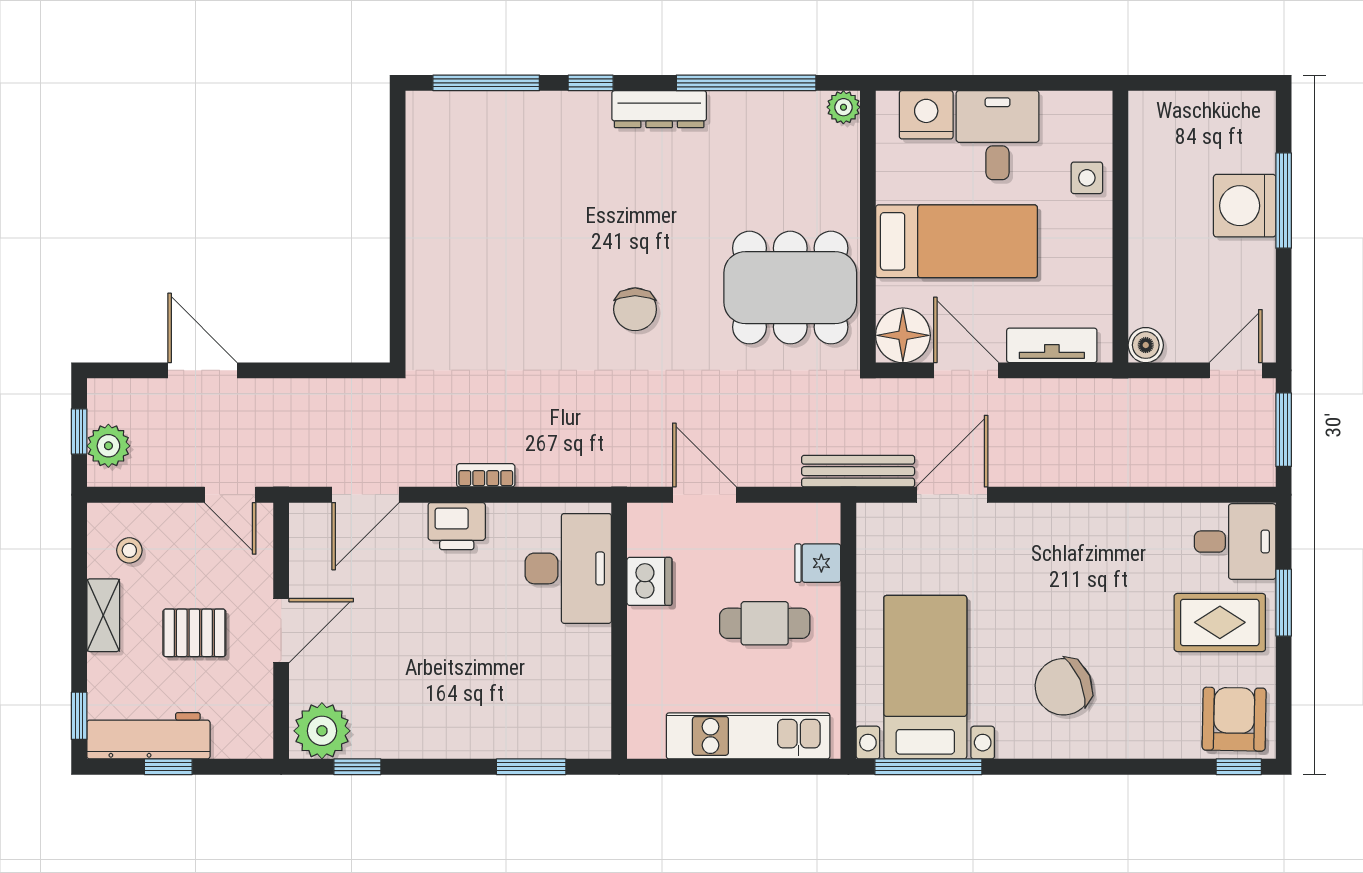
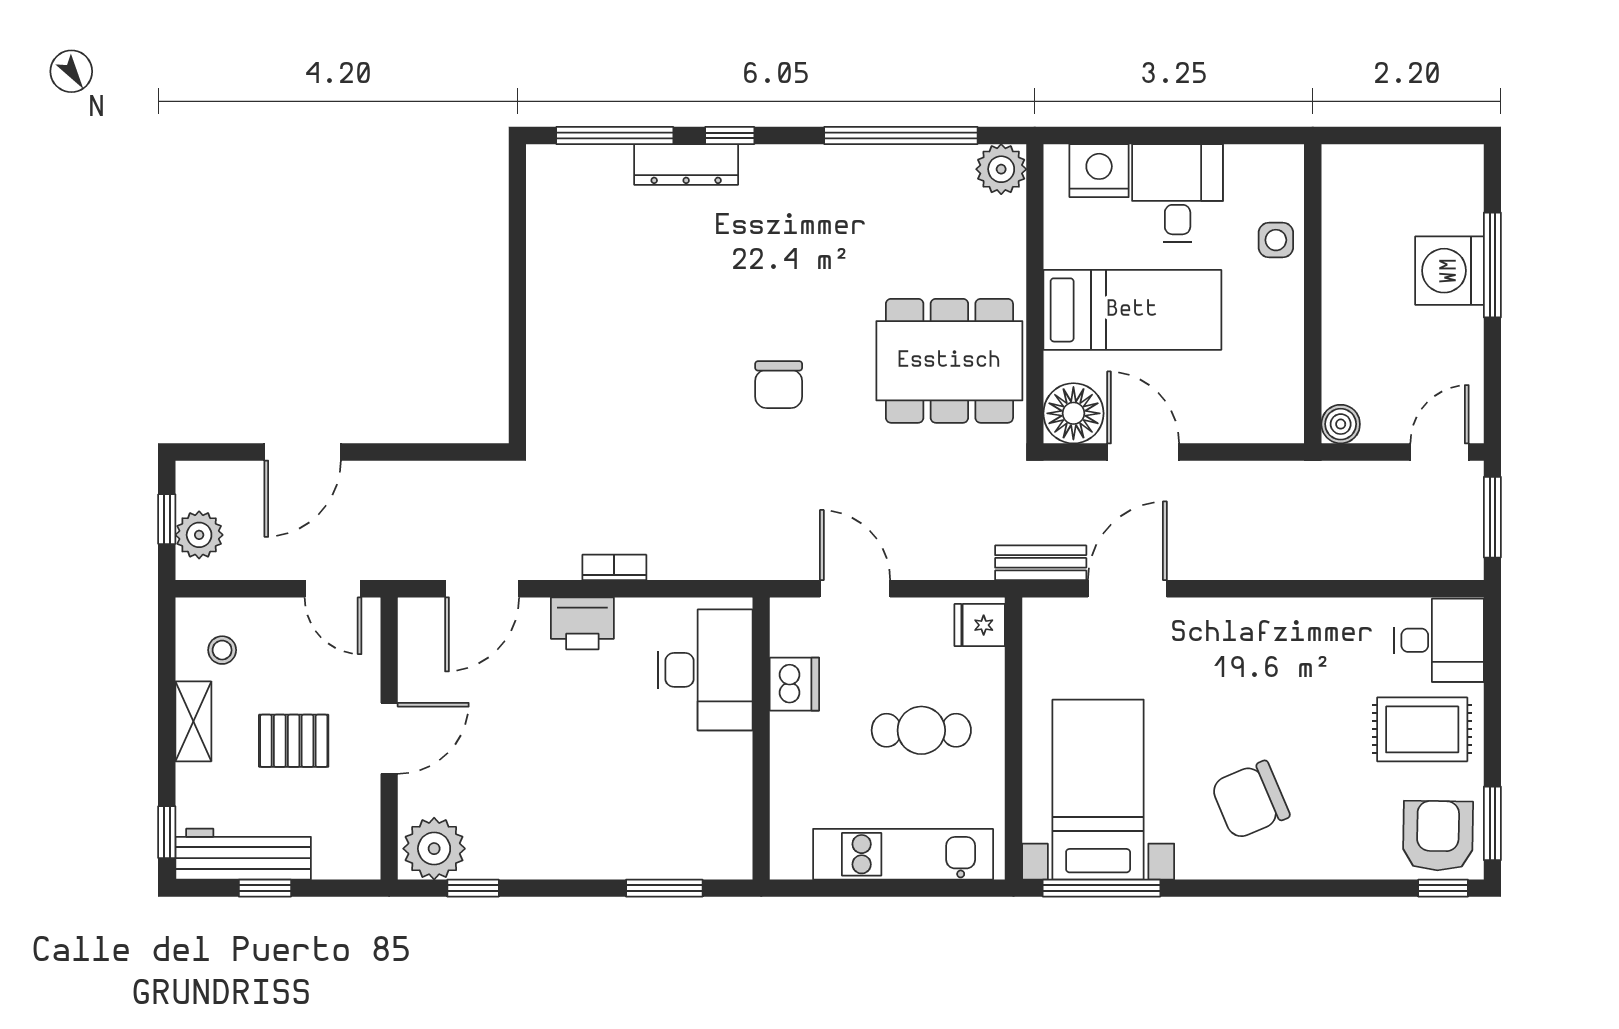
plant: (843, 107) -> (1001, 169), width x1.38, depth x1.38
dresser: (659, 109) -> (686, 164), moved
tv unit: (1052, 345) -> (1237, 424), removed
door: (202, 370) -> (303, 452), swing flipped
bench: (858, 471) -> (1041, 563), width x0.73
fridge: (818, 563) -> (980, 625), moved
window: (1284, 603) -> (1492, 823), moved

